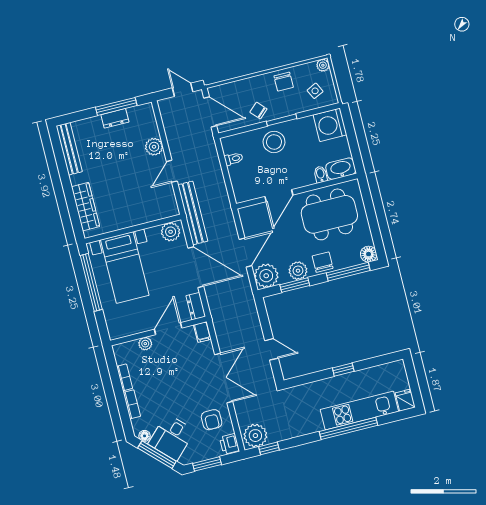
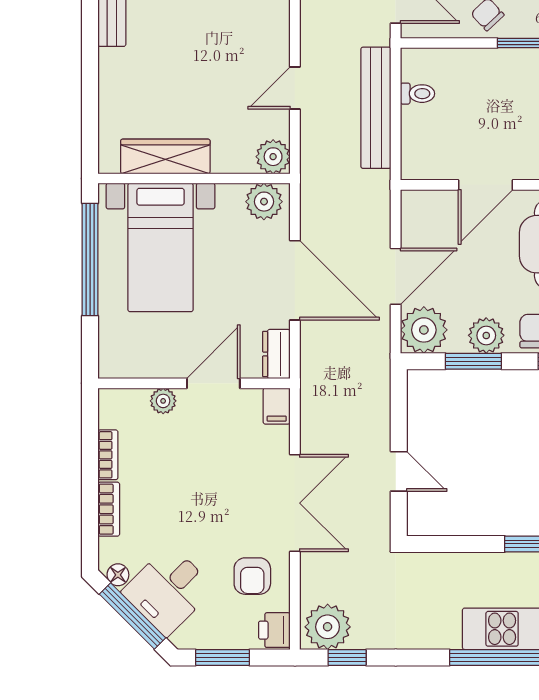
stool: (274, 142) -> (502, 81), removed
plant: (154, 147) -> (273, 157), moved
wardrobe: (86, 207) -> (165, 156), moved, turned -90
bench: (193, 213) -> (376, 108), moved

